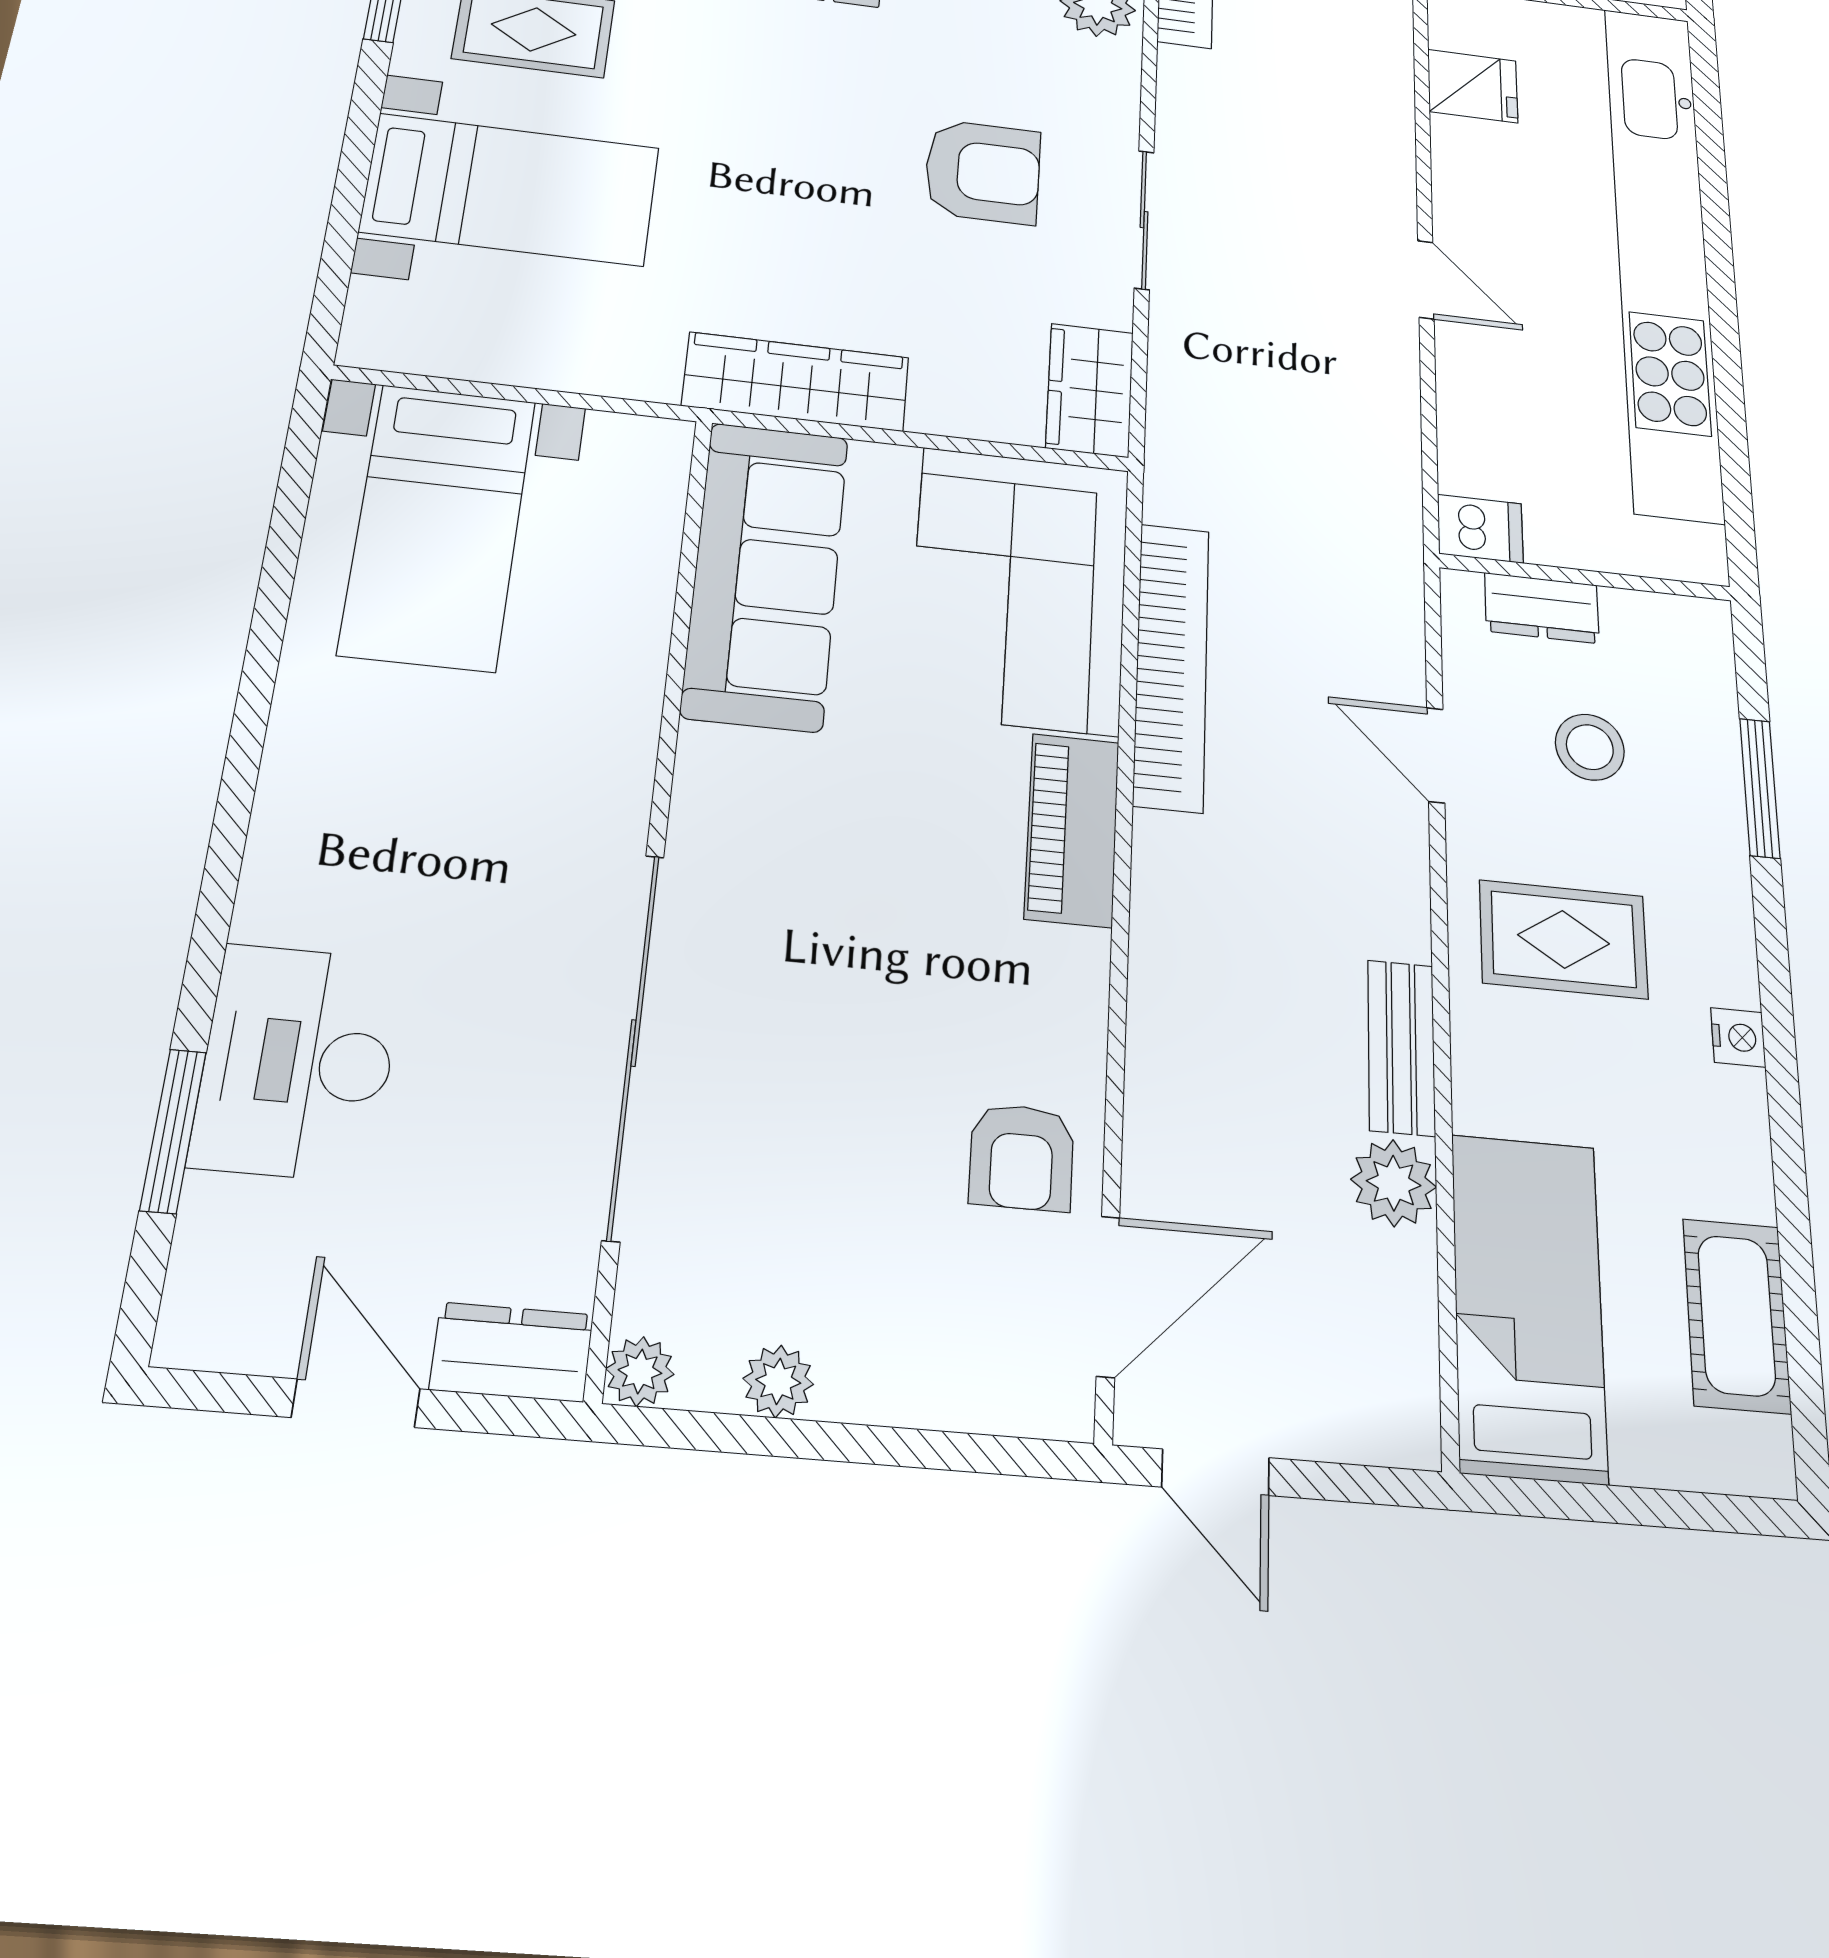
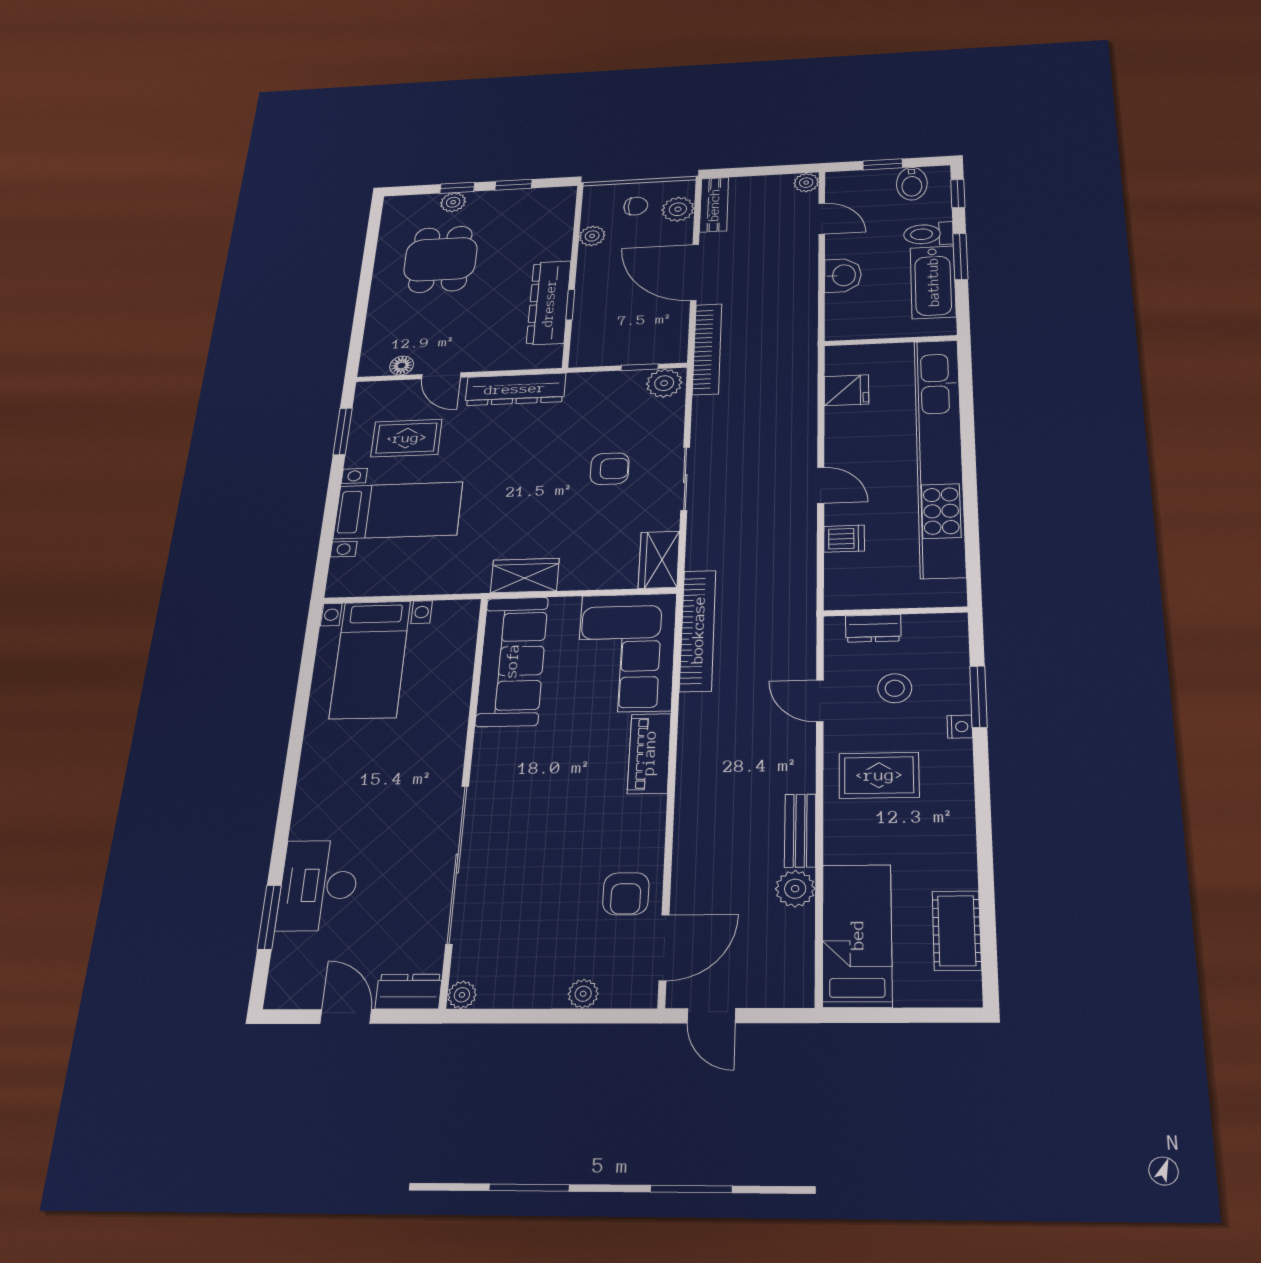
armchair: (983, 172) -> (610, 469), width x0.72, depth x0.72
wardrobe: (796, 382) -> (525, 575), width x0.67
dishwasher: (1480, 529) -> (844, 539), moved
bookcase: (1172, 666) -> (698, 630), moved
nightstand: (1738, 1037) -> (960, 727), moved
plant: (778, 1381) -> (583, 994), moved

